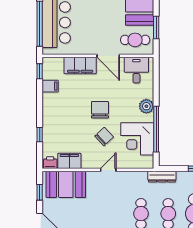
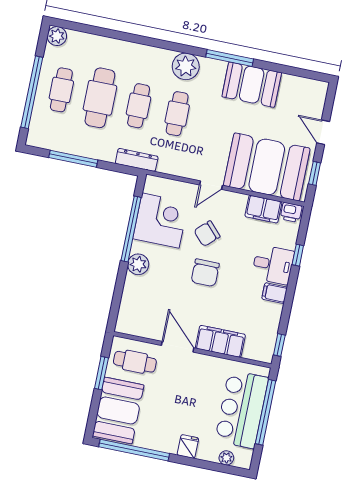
desk: (136, 70) -> (273, 265), moved, turned -90
filing cabinet: (50, 86) -> (275, 293), moved
booth: (66, 184) -> (267, 167), width x1.36, depth x1.42

